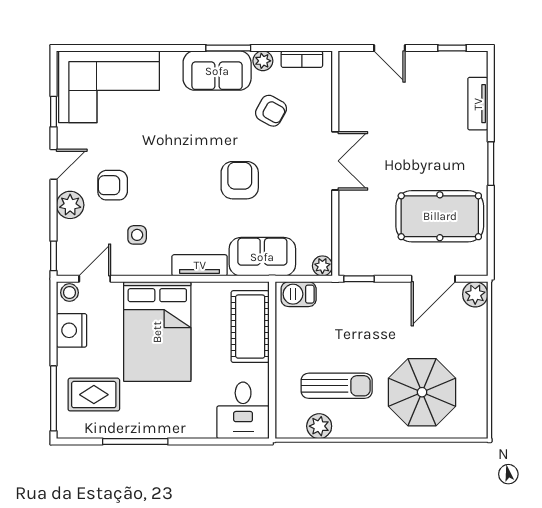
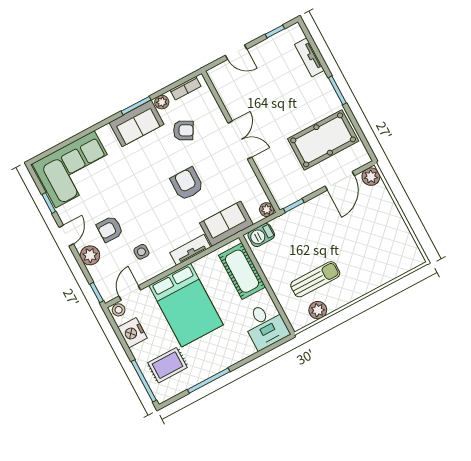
parasol: (422, 392) -> (370, 255), removed

